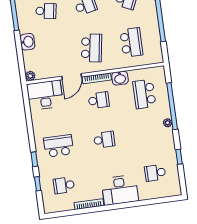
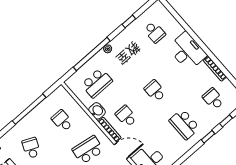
school desk: (131, 42) -> (62, 121), width x0.54
school desk: (64, 185) -> (213, 99), turned 180

